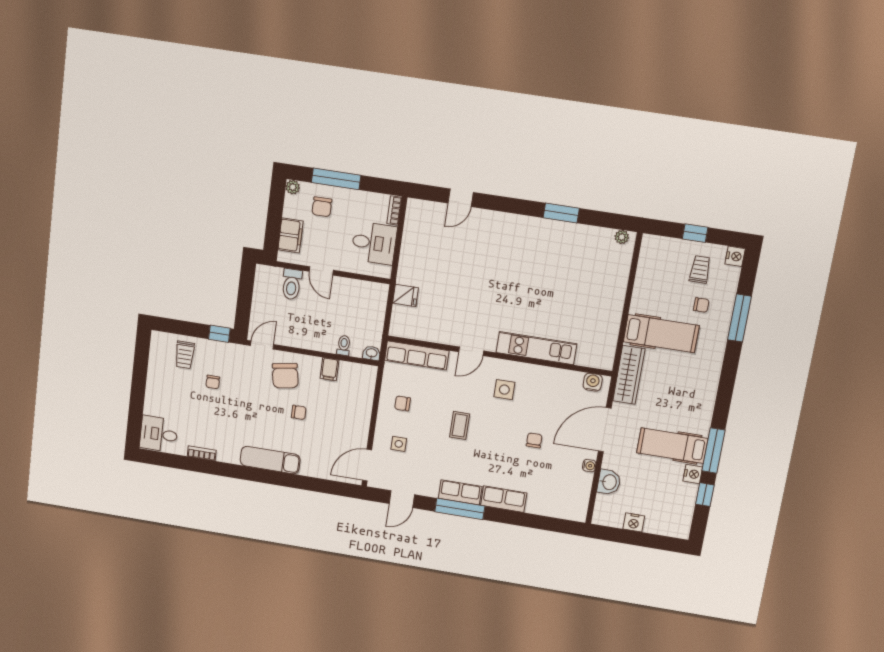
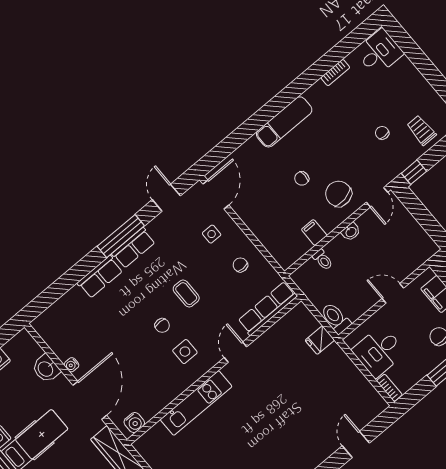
toilet: (292, 284) -> (336, 318), moved
washbasin: (372, 353) -> (351, 232), moved
chair: (402, 403) -> (240, 265), turned -90
chair: (534, 440) -> (162, 325), moved

